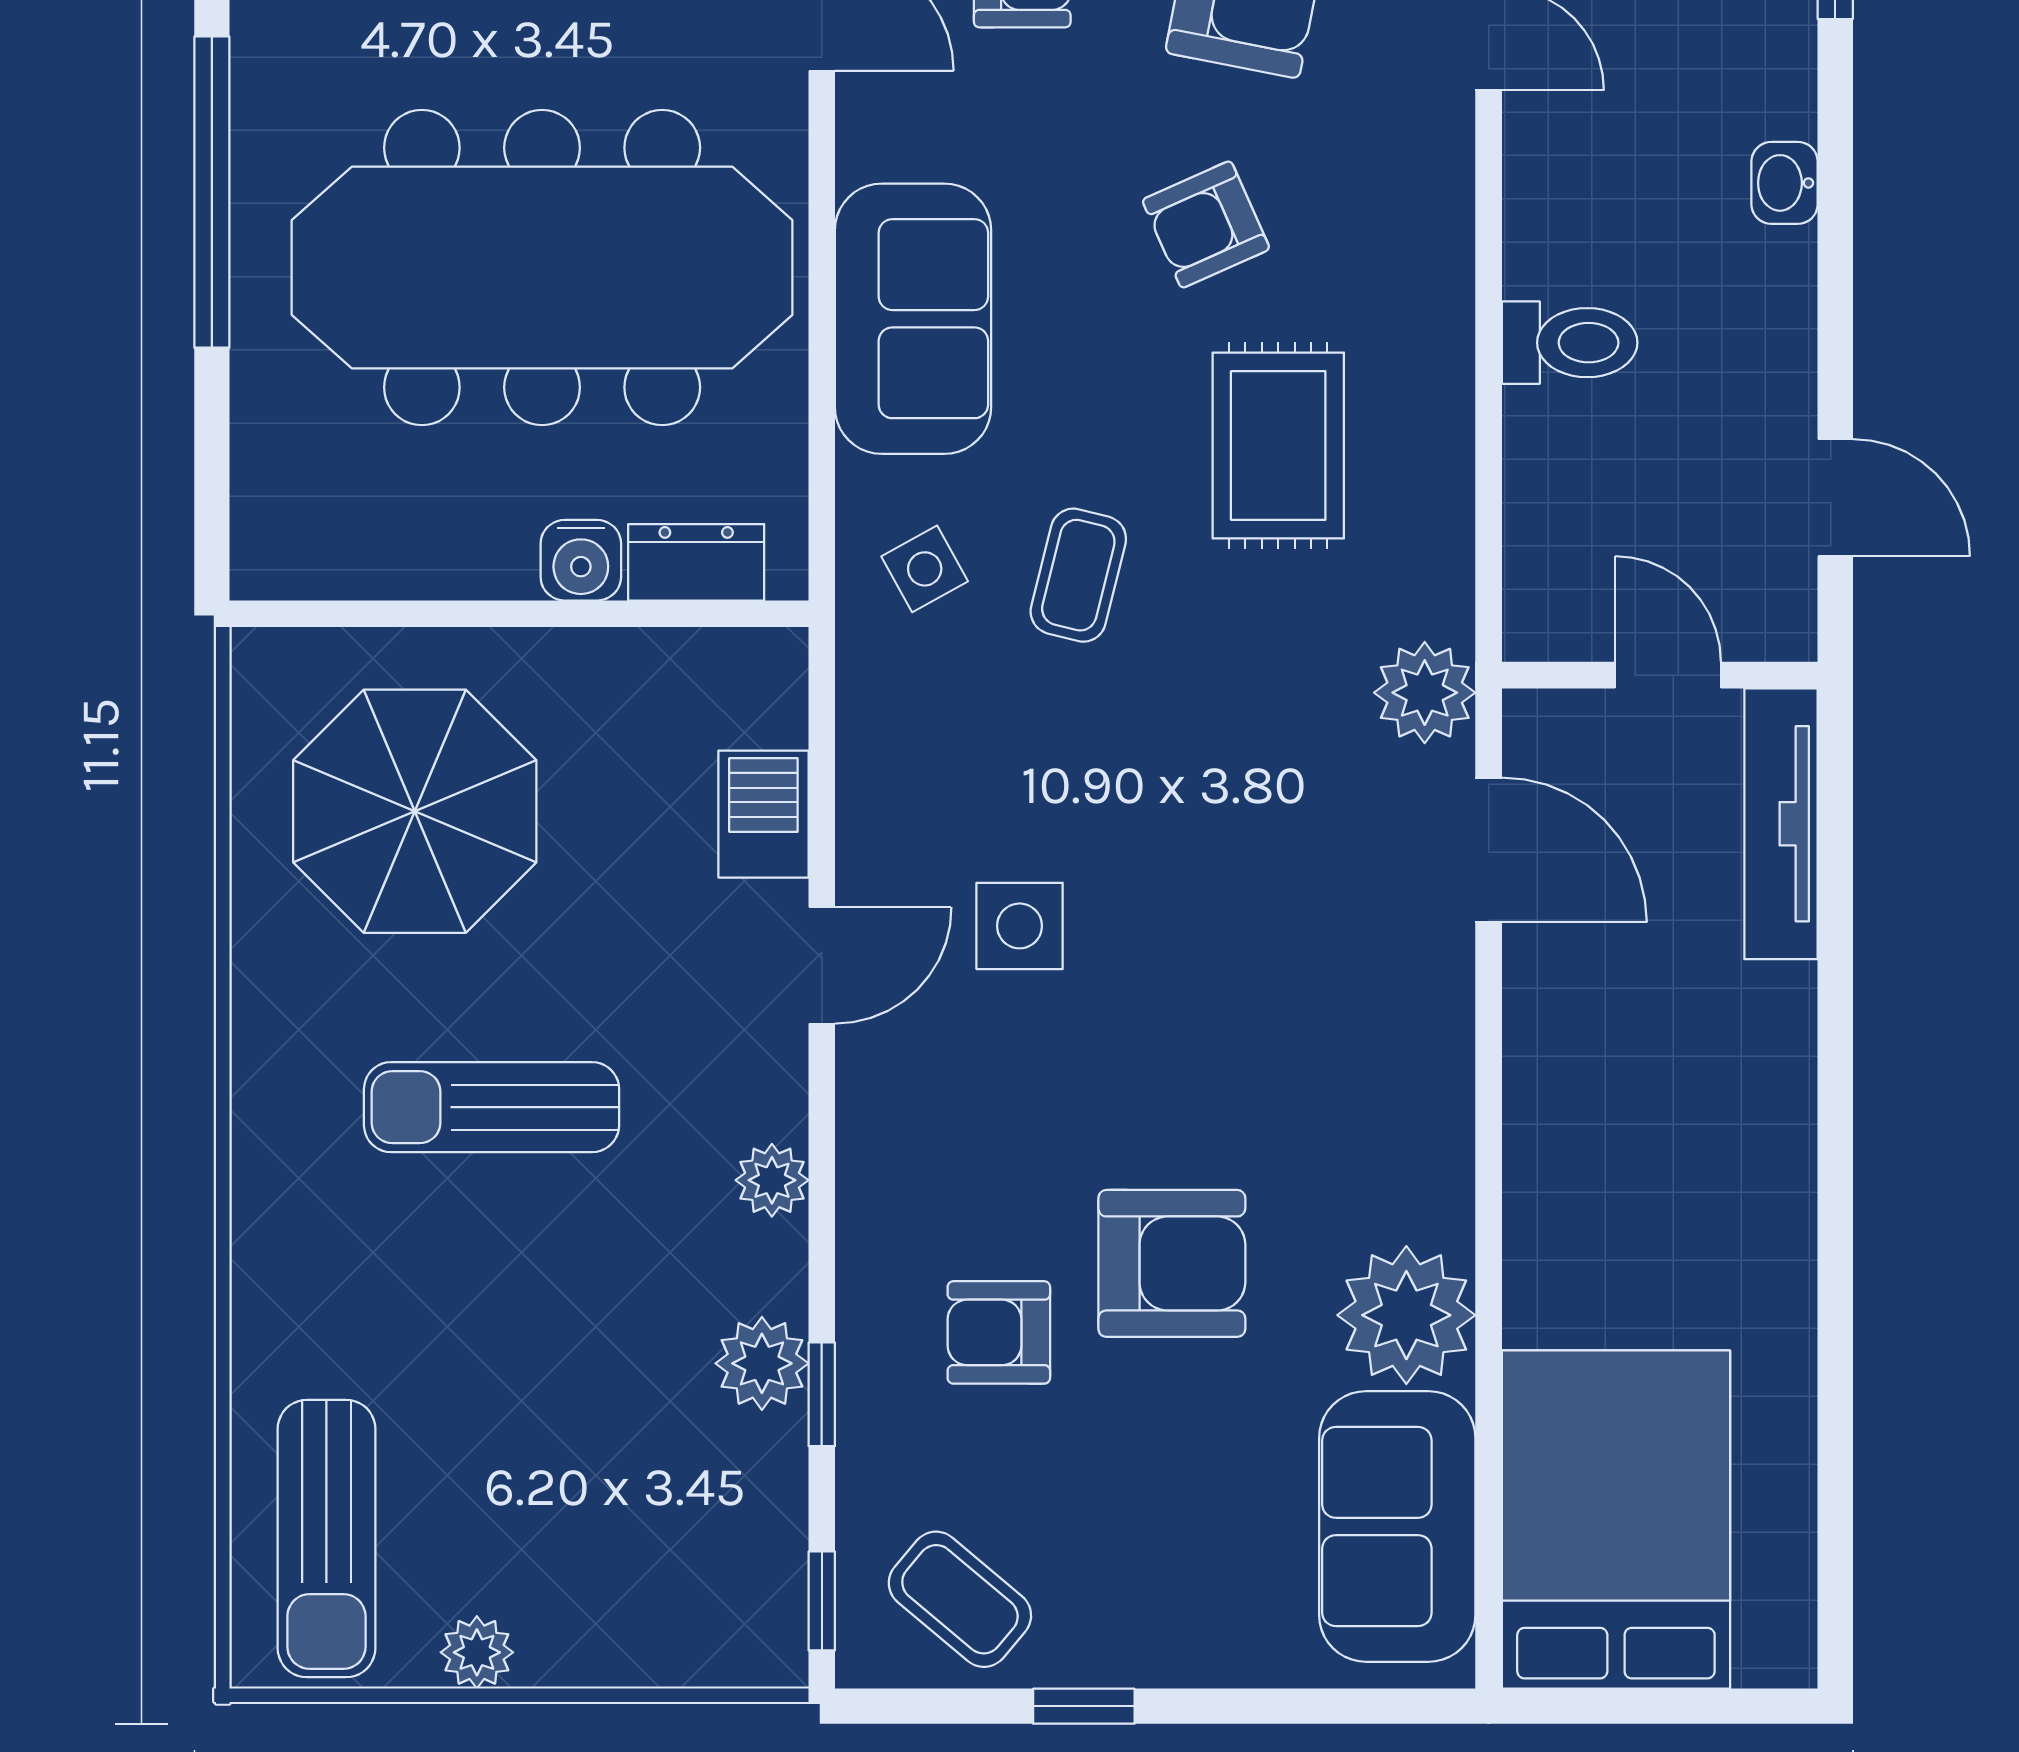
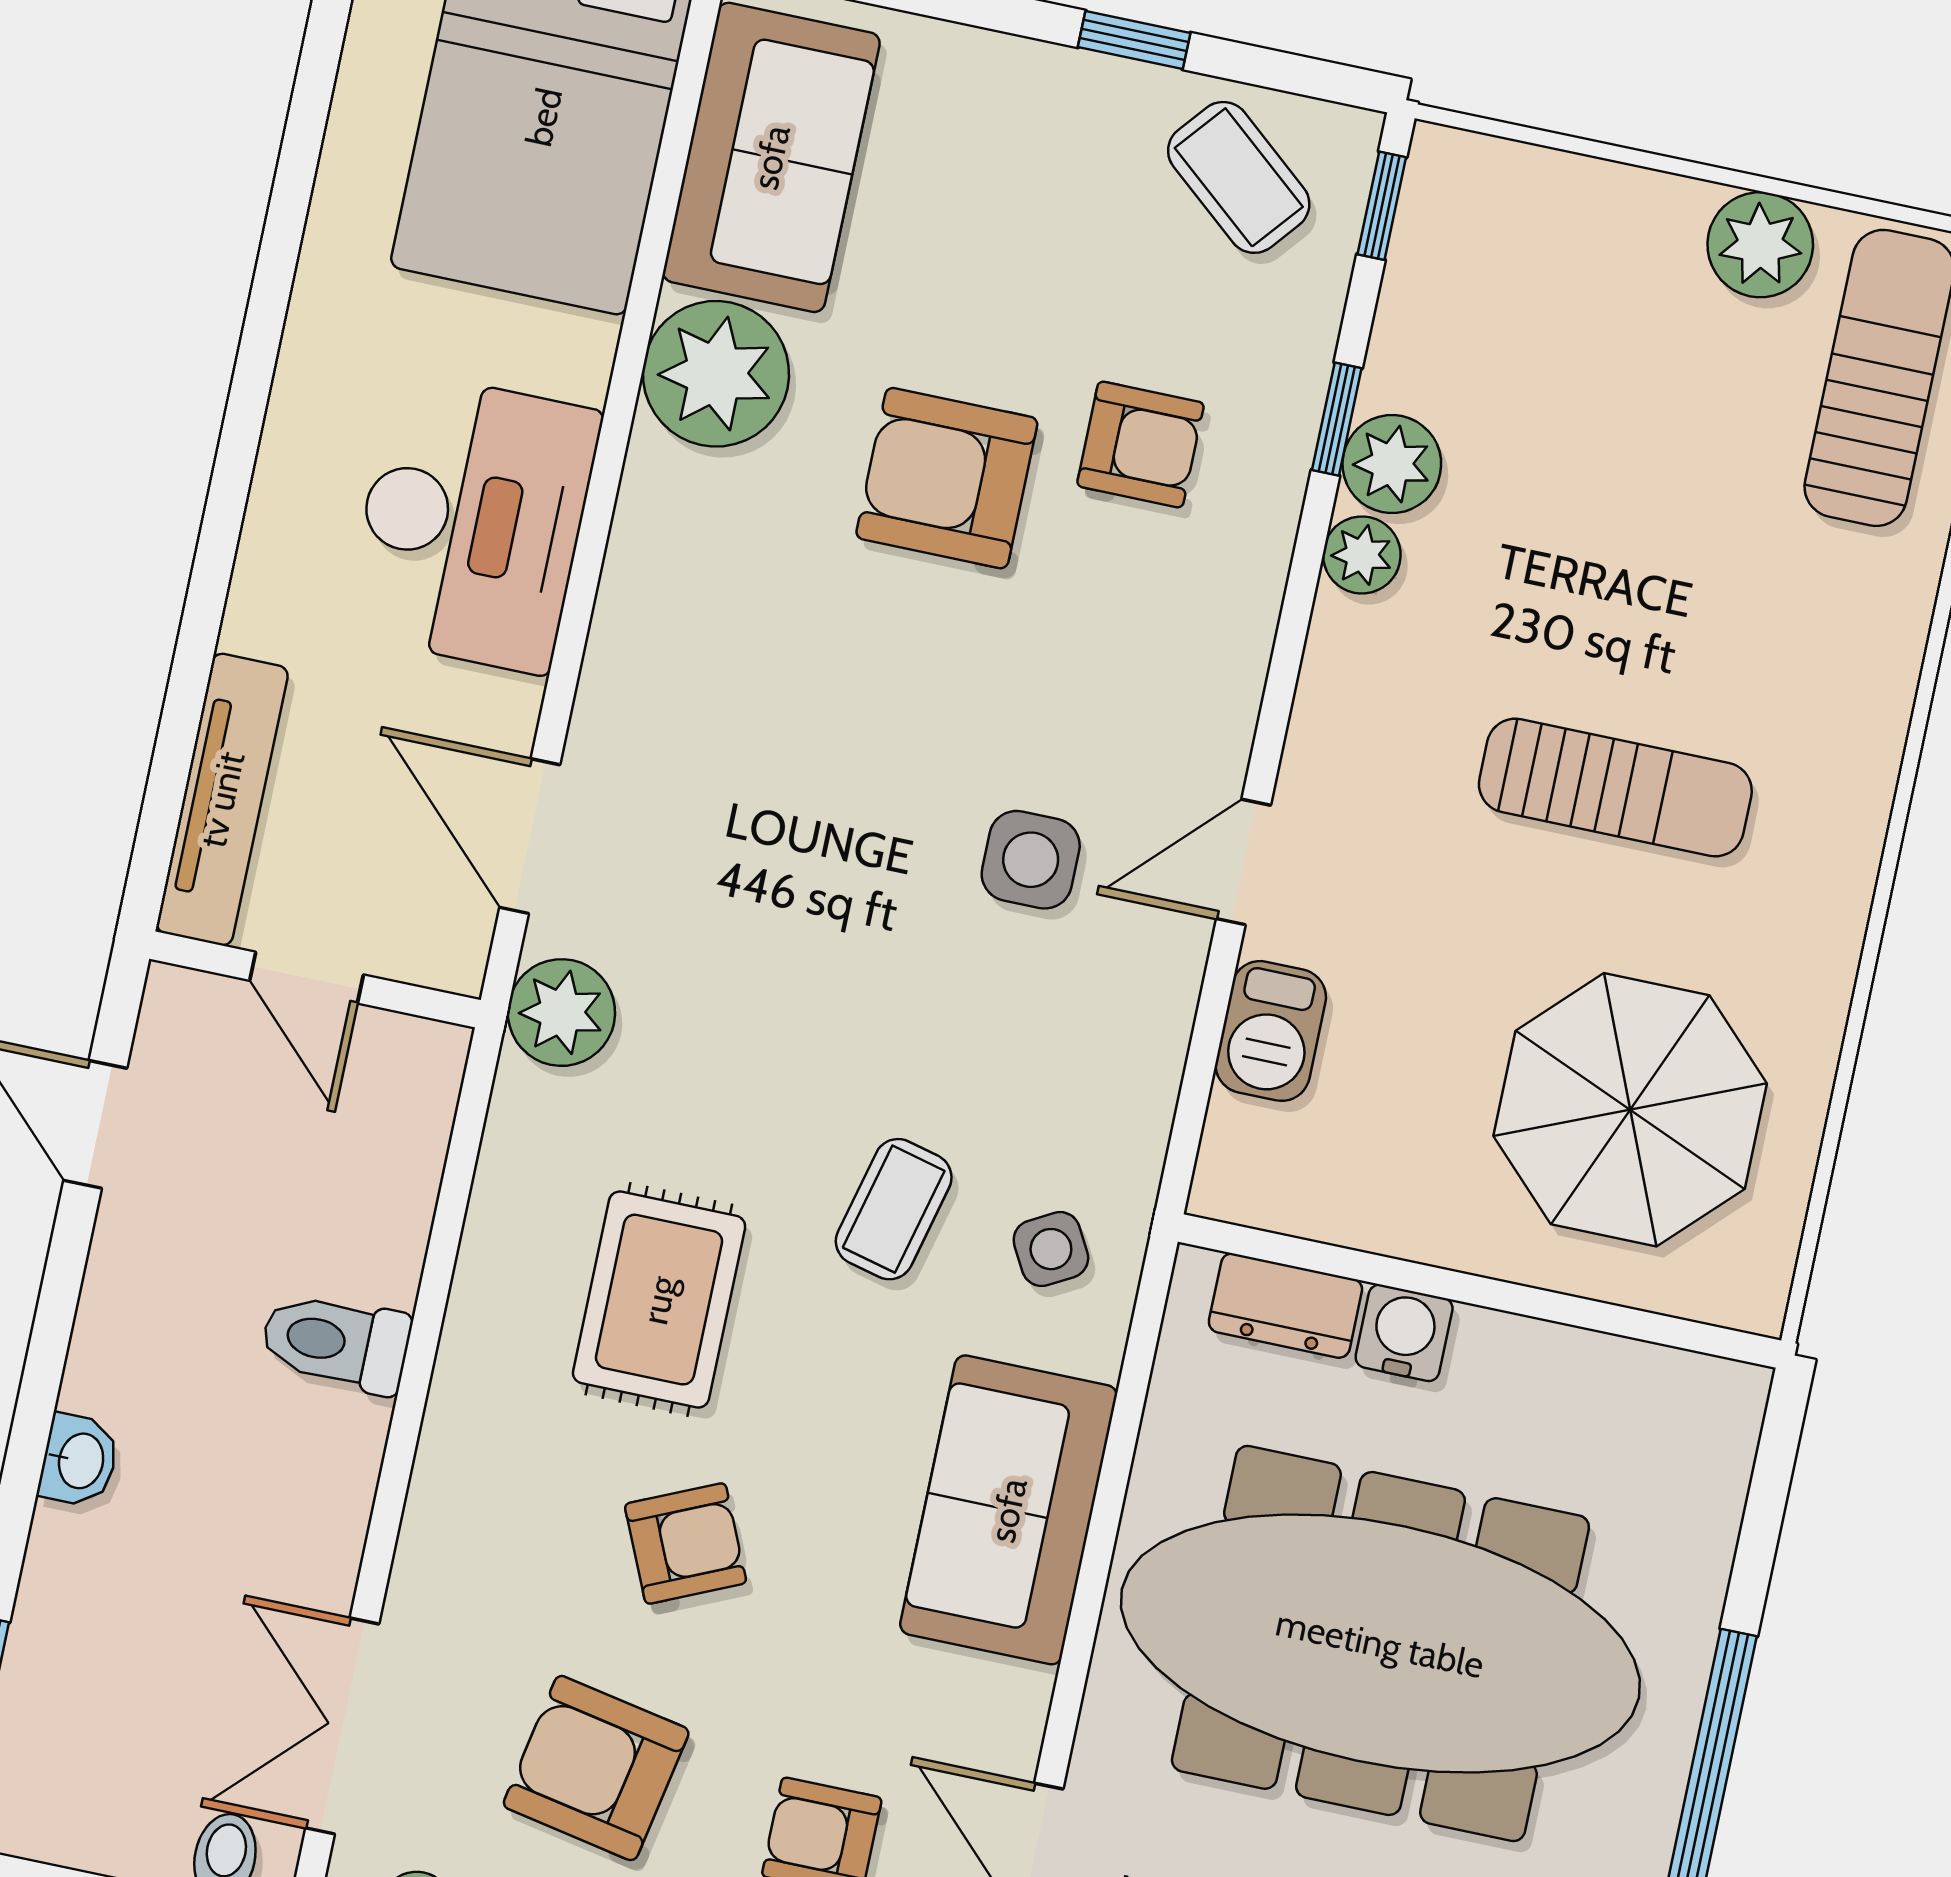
desk: (1603, 1129) -> (472, 523), added
plant: (772, 1180) -> (1362, 555), moved
plant: (477, 1652) -> (1760, 245), width x1.38, depth x1.38

